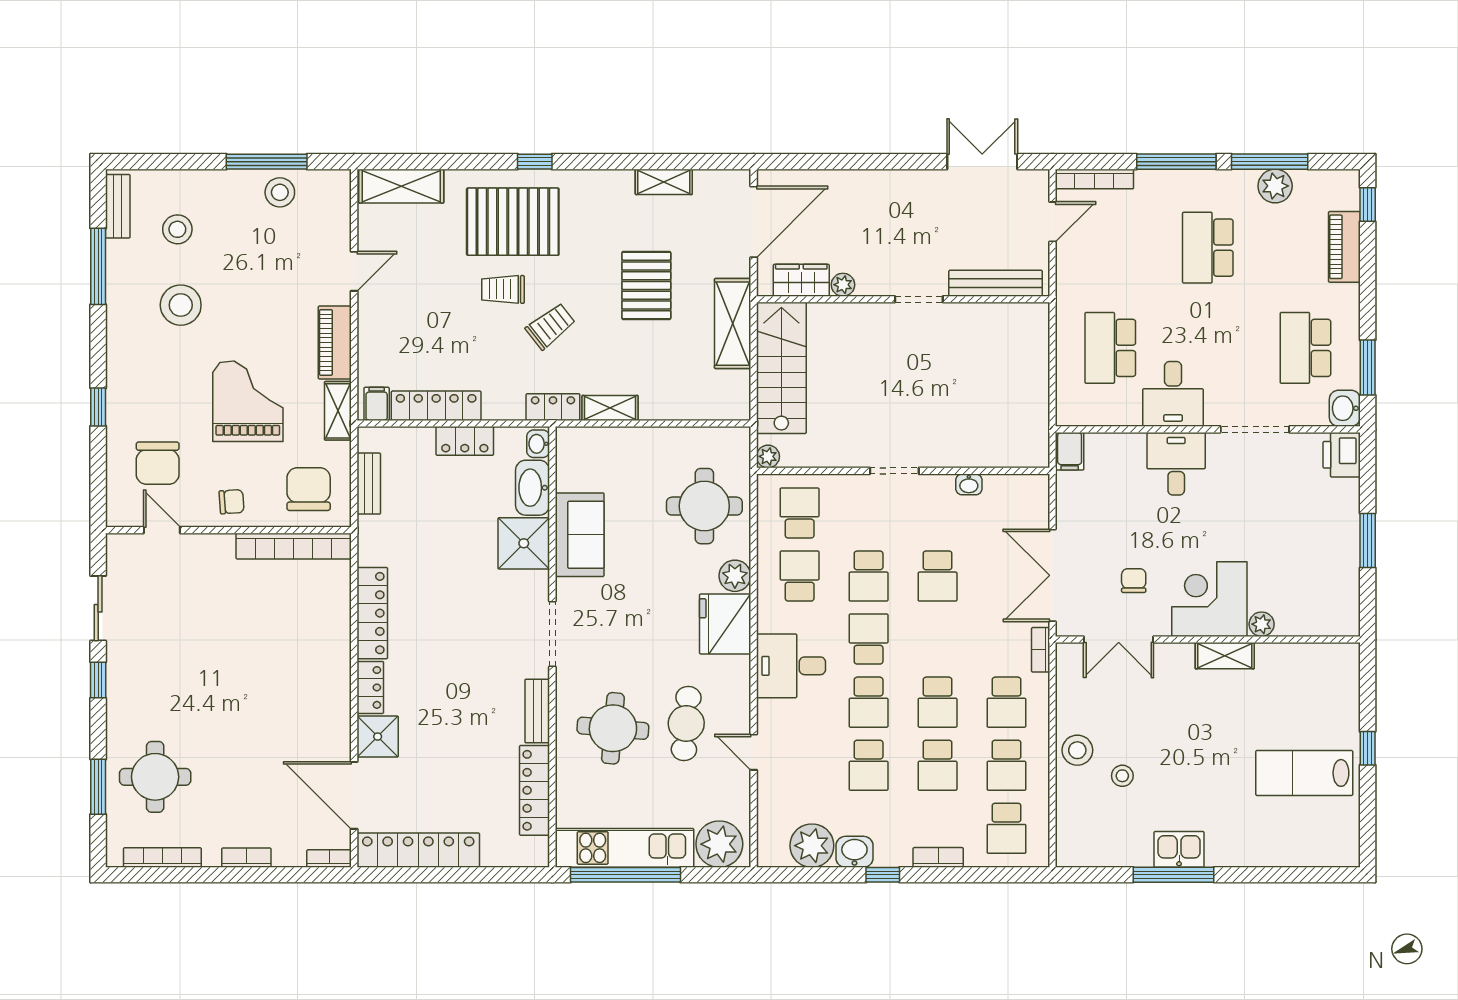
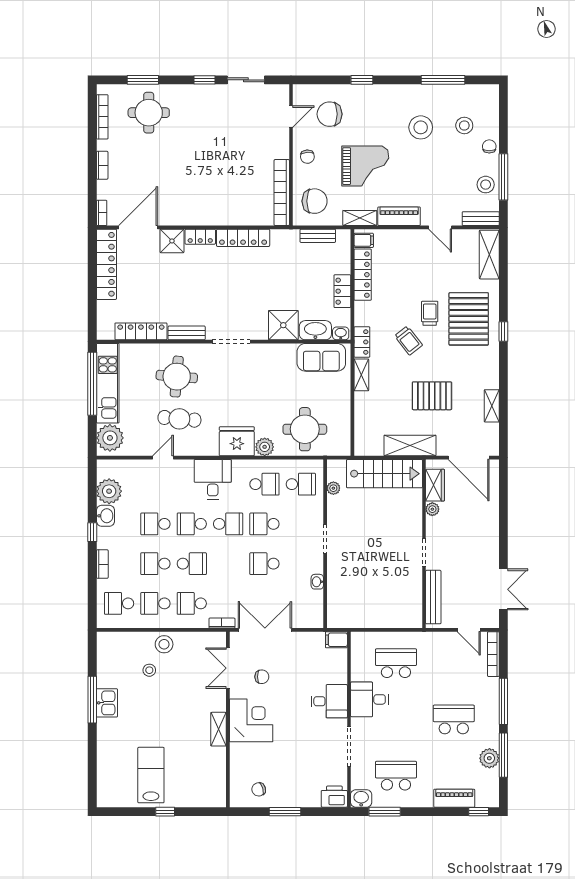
chair: (214, 186) -> (489, 146), added
bench: (118, 206) -> (481, 219), moved
plant: (768, 456) -> (333, 488), moved
sofa: (580, 535) -> (321, 357), moved
chair: (1329, 586) -> (259, 789), added
plant: (1262, 624) -> (237, 750), removed
school desk: (938, 702) -> (192, 564), turned 180

